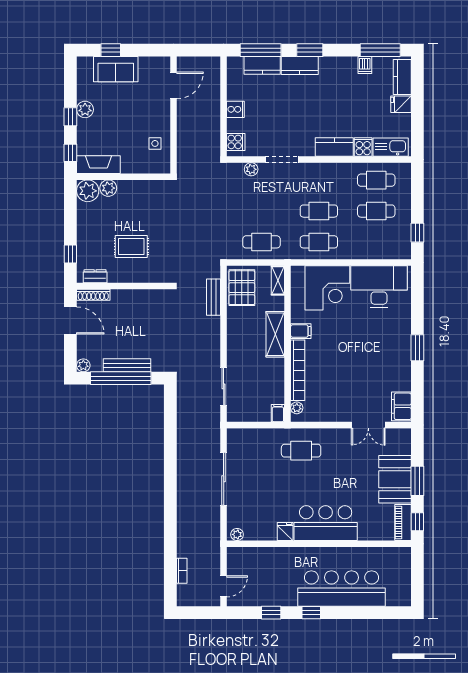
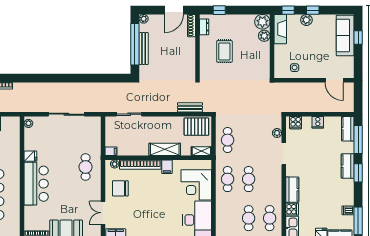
kitchen counter: (262, 65) -> (348, 129), moved
sofa: (116, 69) -> (345, 35), width x1.36
plant: (85, 109) -> (306, 20), moved
chair: (333, 399) -> (120, 188), added

